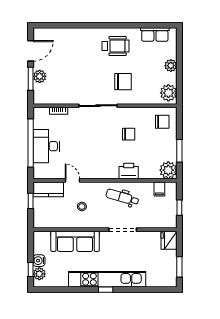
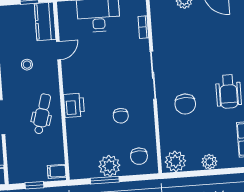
plant: (168, 170) -> (109, 166), moved
printer: (129, 171) -> (74, 105), moved
filing cabinet: (159, 189) -> (57, 171), moved

